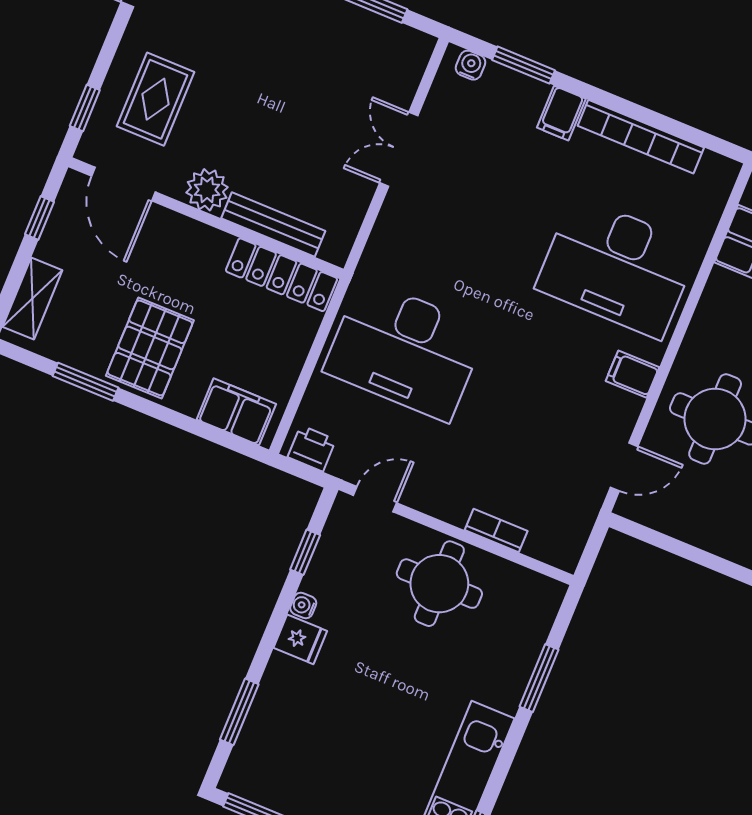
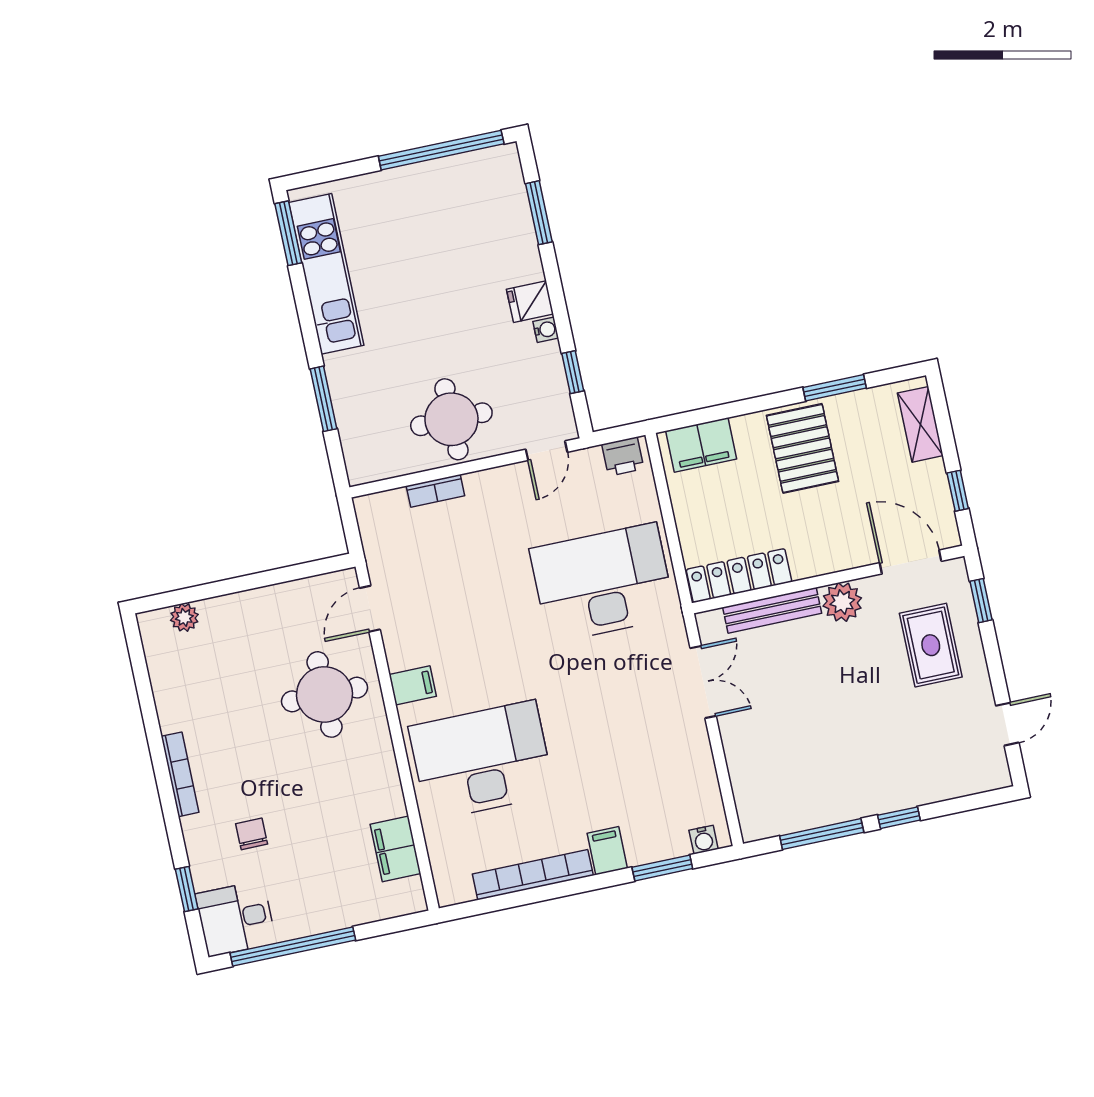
double door: (399, 149) -> (703, 682), moved

